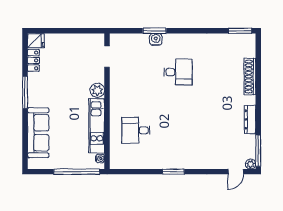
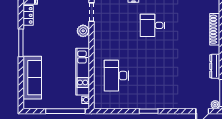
desk: (178, 72) -> (153, 25), turned 180
plant: (97, 90) -> (83, 31), moved
desk: (136, 130) -> (116, 76), width x1.37

